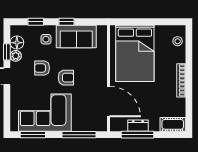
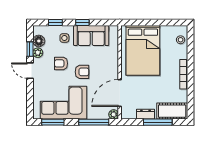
door: (108, 102) -> (120, 93), swing flipped
cot: (173, 124) -> (172, 111), width x1.37, depth x1.34
plant: (102, 126) -> (114, 114), added
window: (138, 135) -> (158, 122), moved

